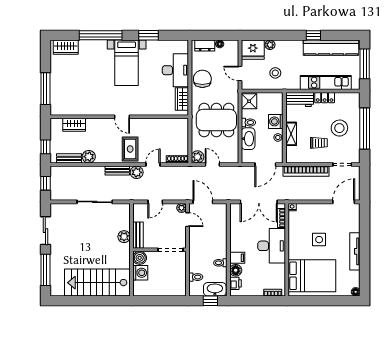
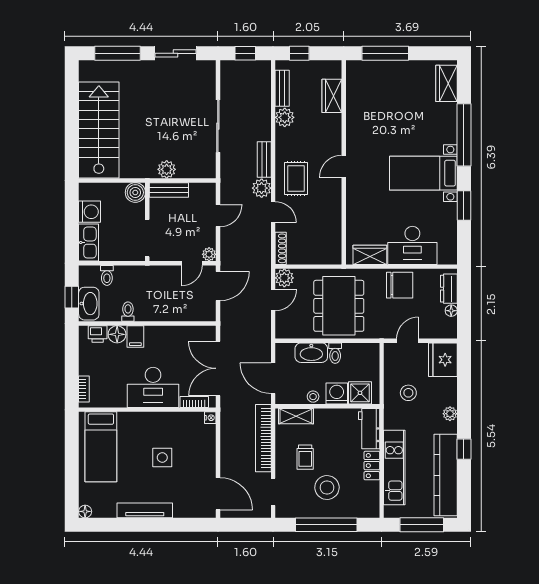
plant: (270, 45) -> (450, 414), moved
shower: (249, 101) -> (360, 393), moved
shelving: (291, 134) -> (296, 416), moved
rug: (130, 149) -> (296, 179), turned 90
door: (155, 202) -> (218, 216), swing flipped
washing machine: (140, 273) -> (90, 212), moved, turned -90
bed: (312, 276) -> (101, 447), width x0.67
kitchen sink: (174, 289) -> (89, 243), added

